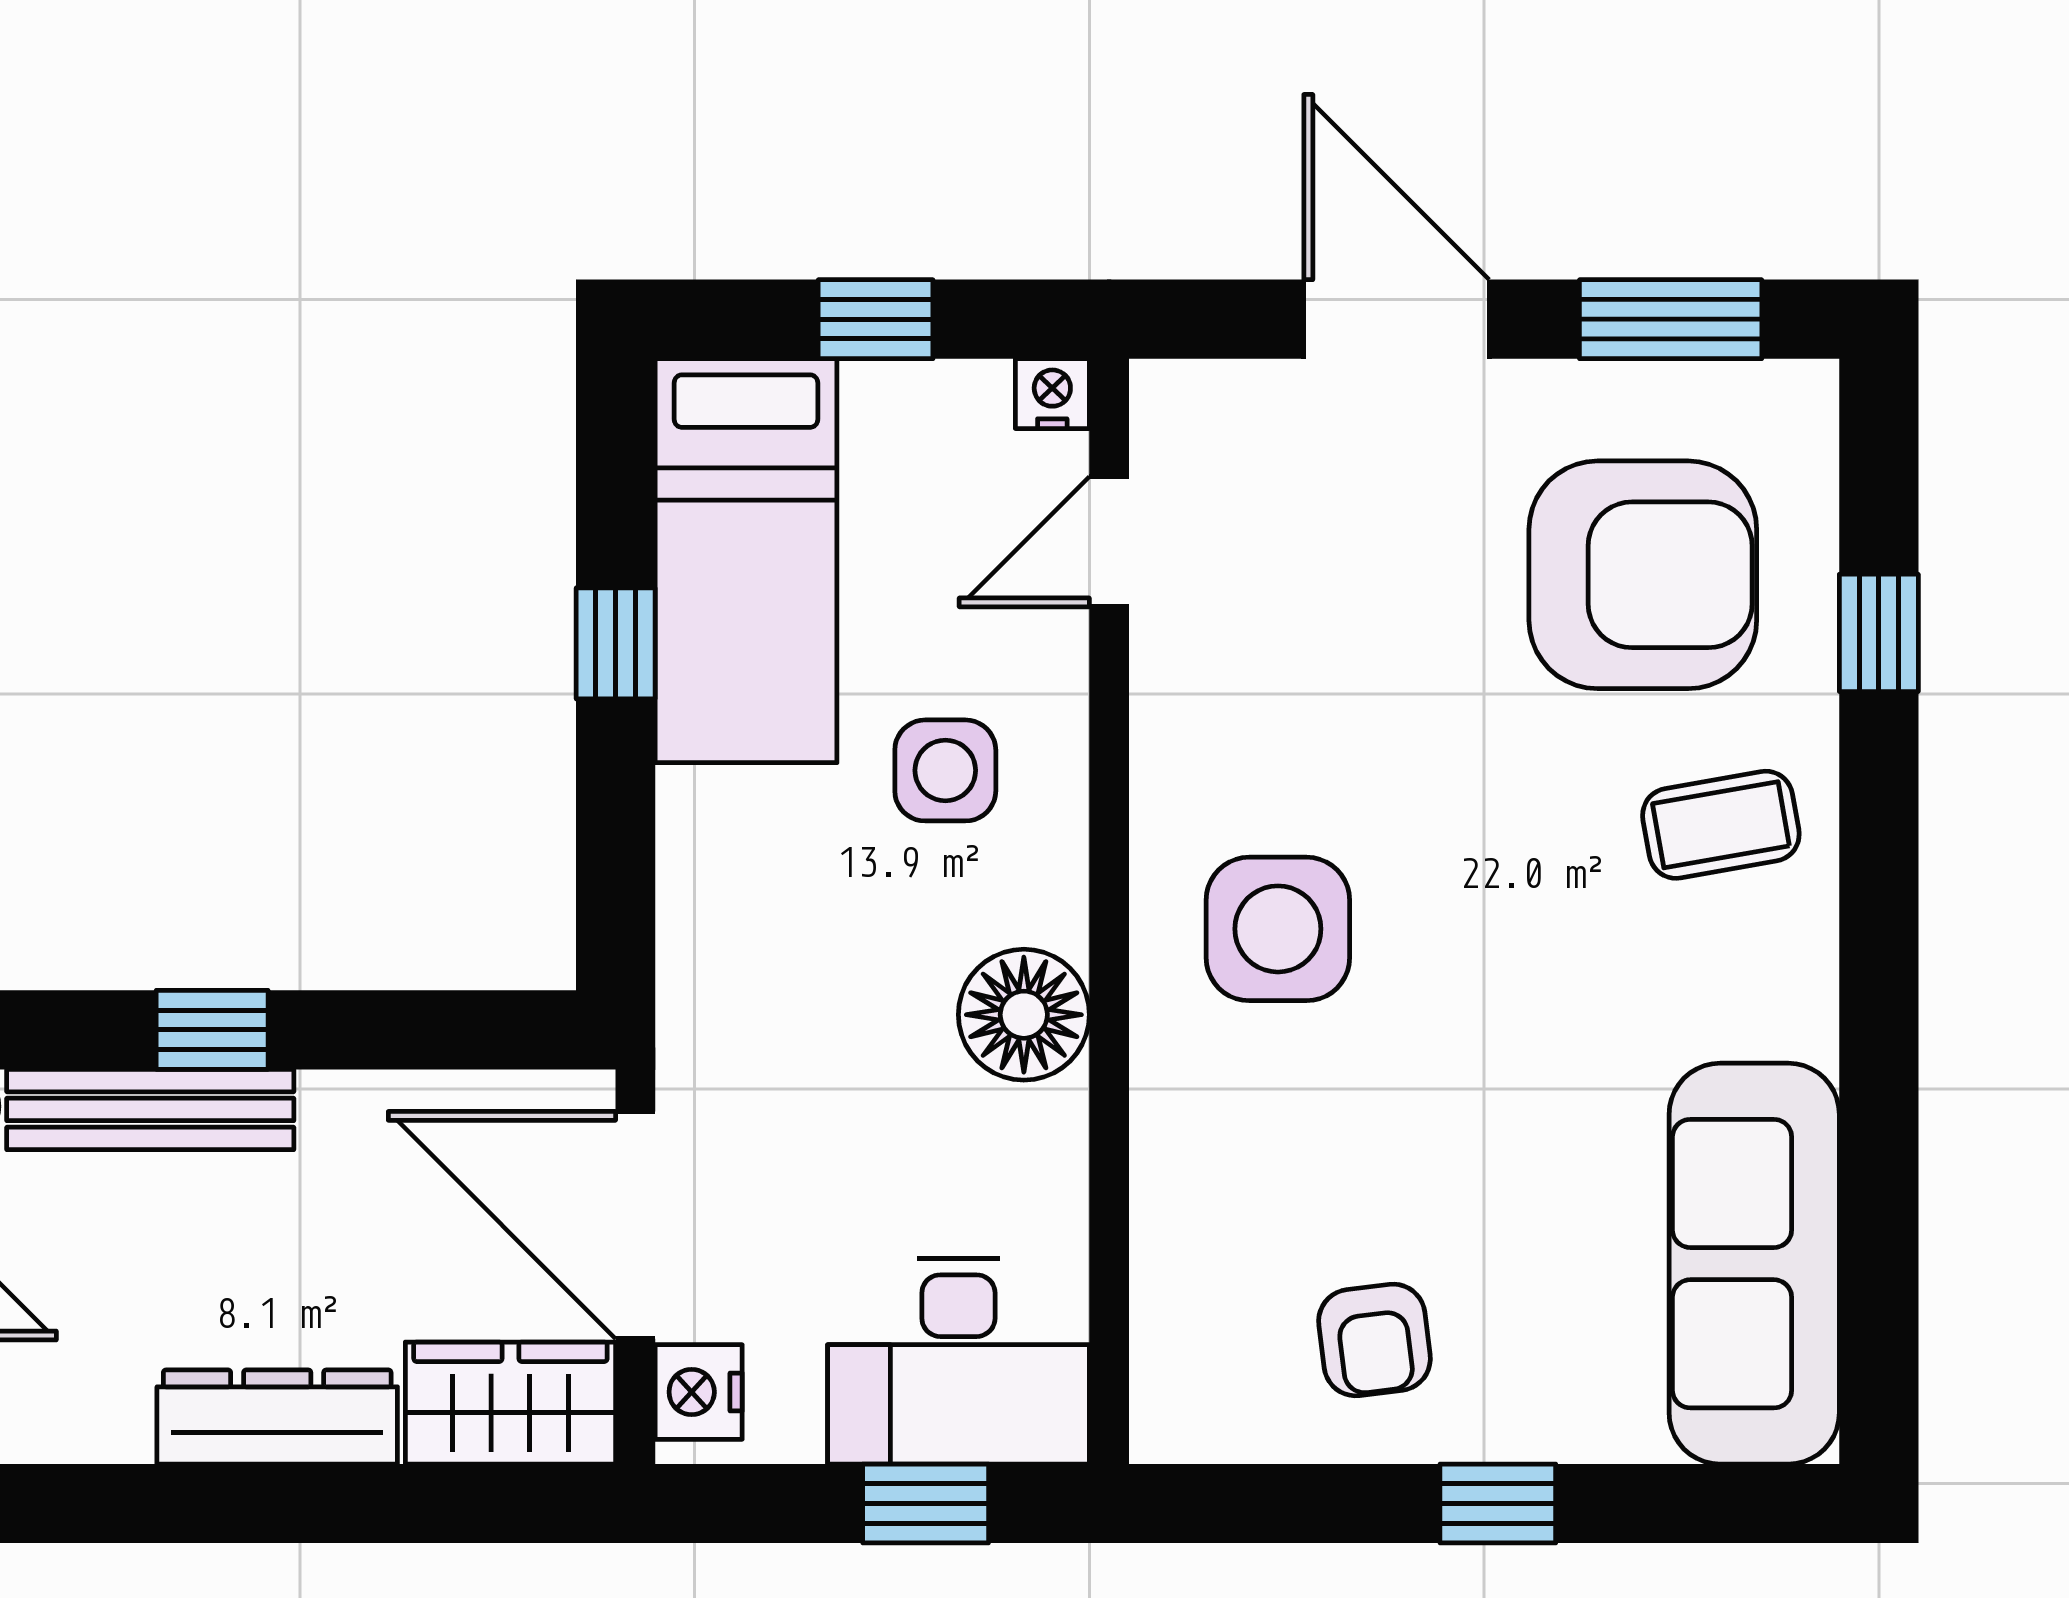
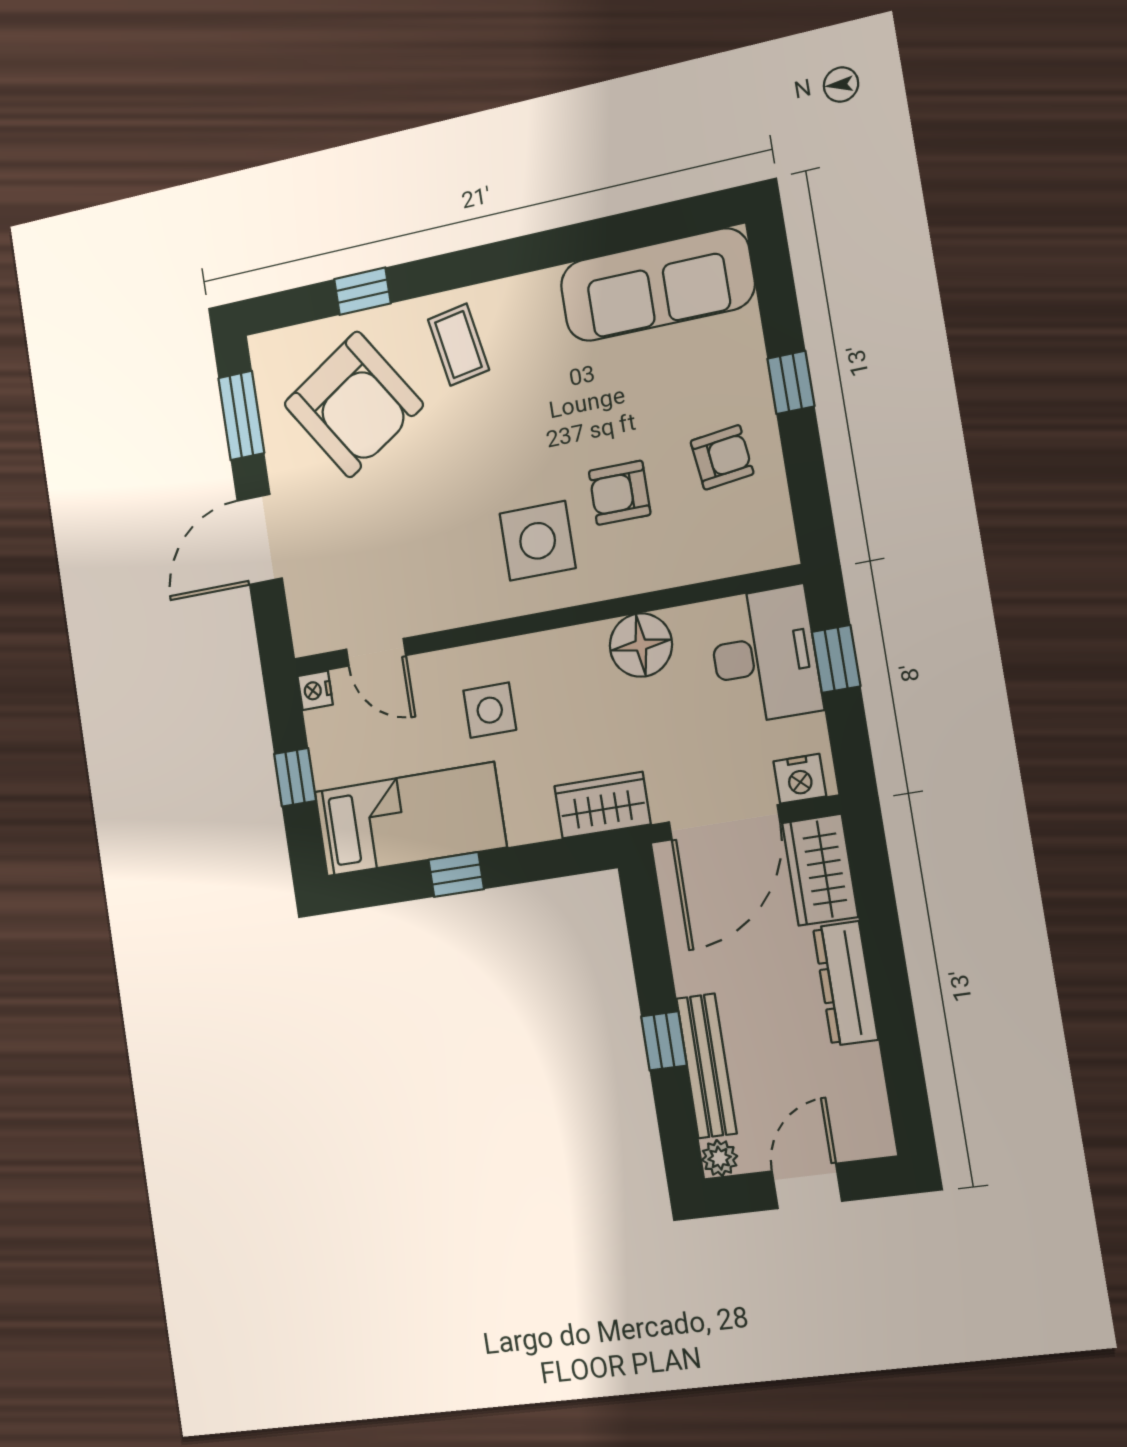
armchair: (1643, 575) -> (353, 404), turned 147
wardrobe: (710, 979) -> (602, 805), added
floor lamp: (1024, 1015) -> (641, 645), moved
armchair: (1344, 1117) -> (620, 493), added

